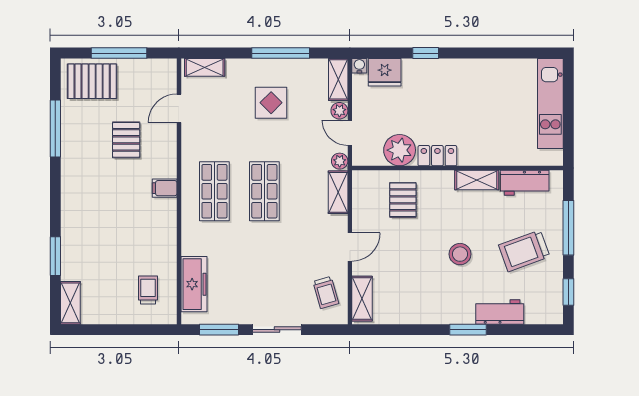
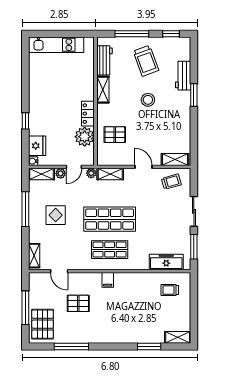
shop shelf: (264, 191) -> (110, 219), width x1.43, depth x1.36

